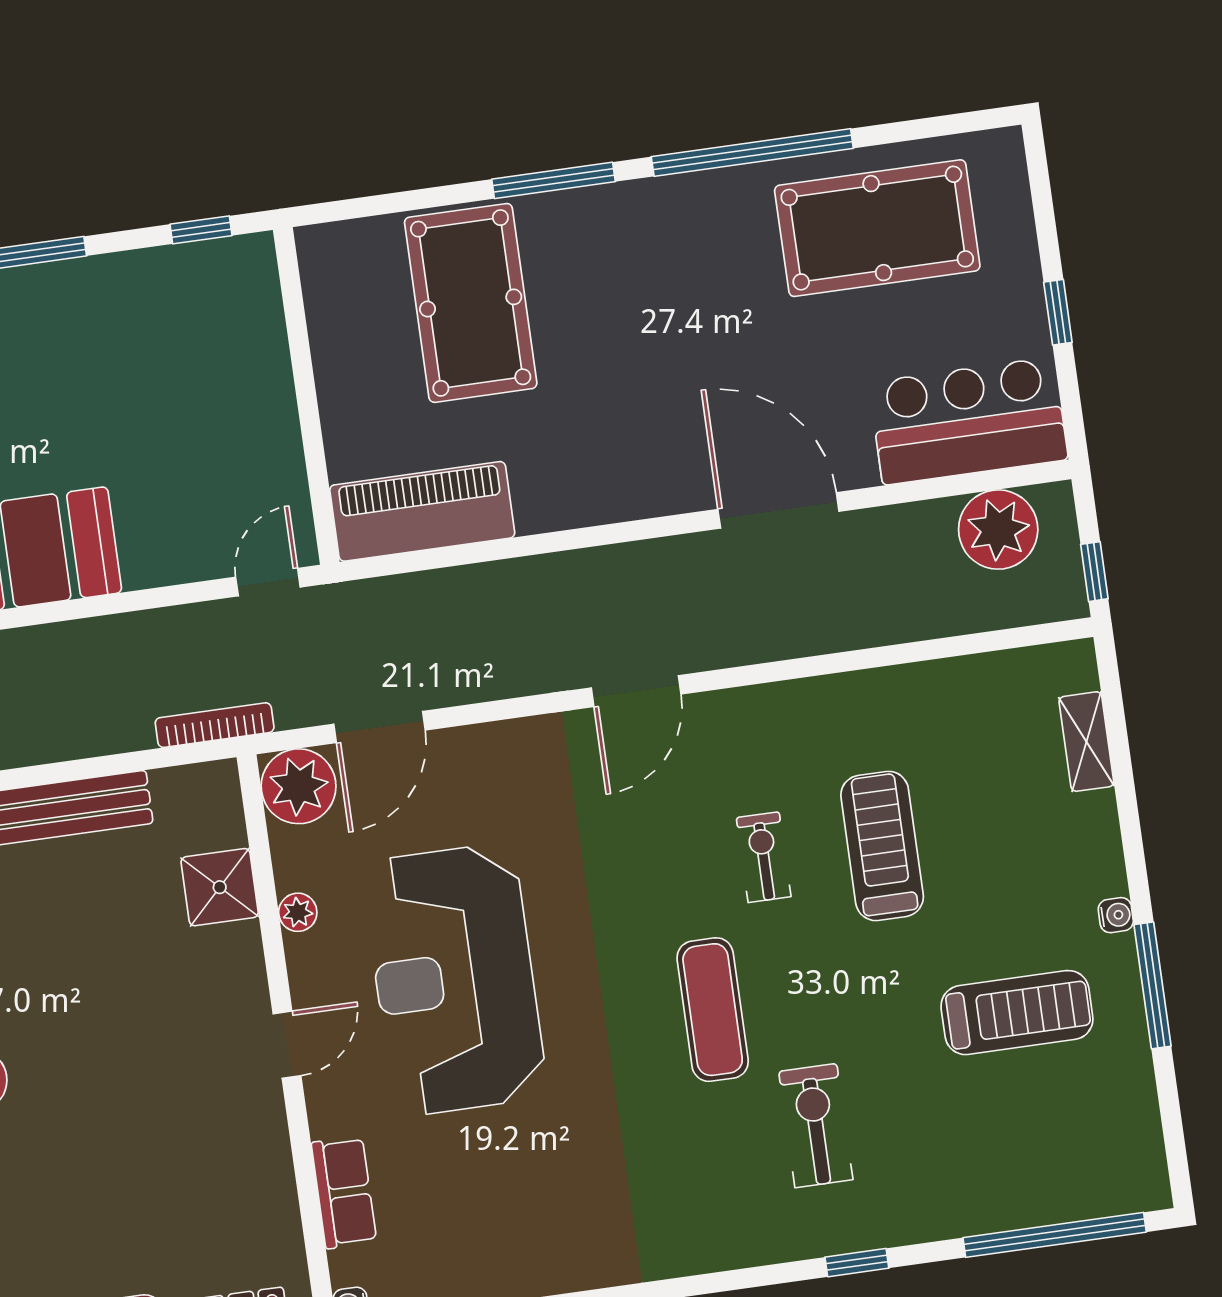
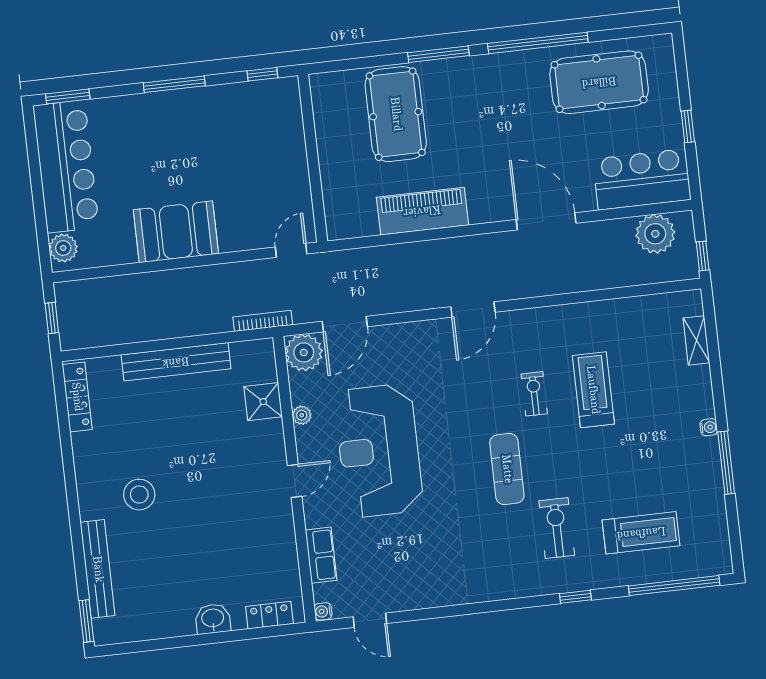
piano: (422, 511) -> (422, 211), moved
treadmill: (1017, 1013) -> (641, 533), moved

